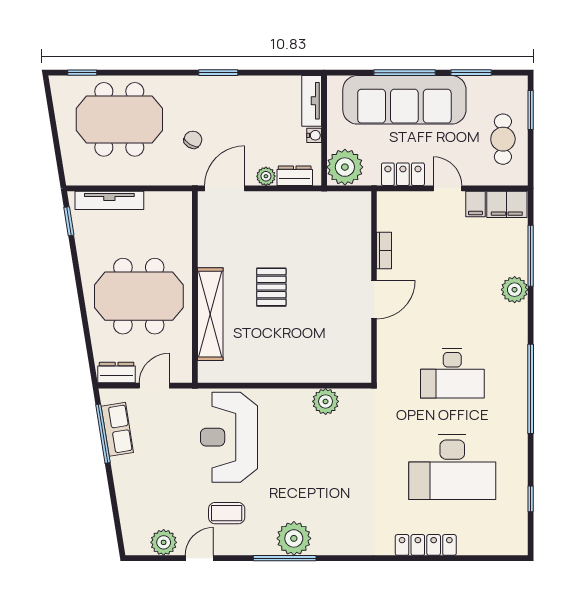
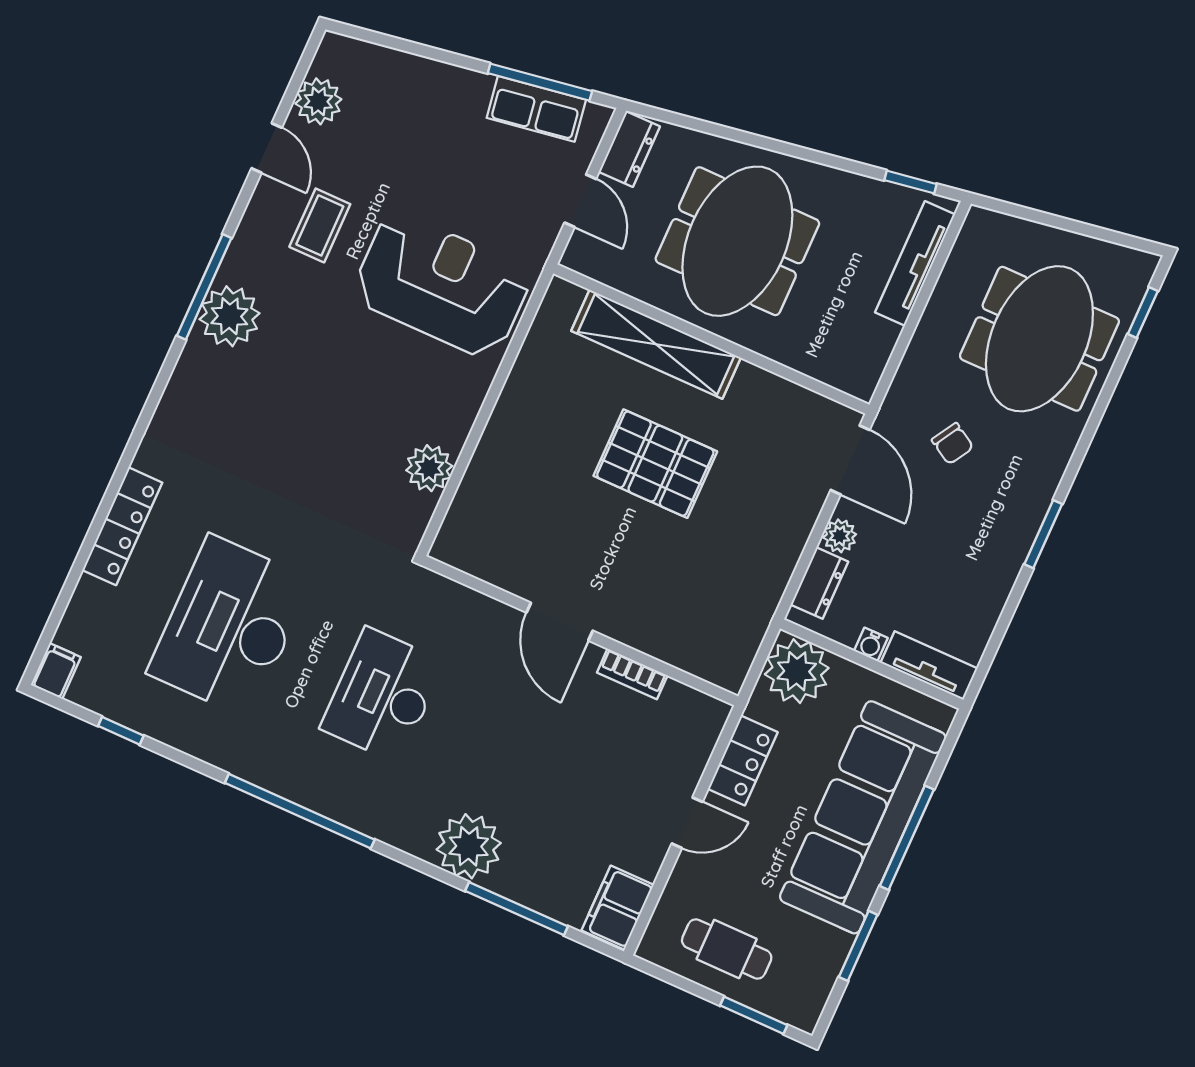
filing cabinet: (475, 204) -> (56, 671), moved, turned 90
pallet: (271, 287) -> (655, 464), width x1.50, depth x1.42
plant: (515, 290) -> (469, 846), width x1.36, depth x1.36

